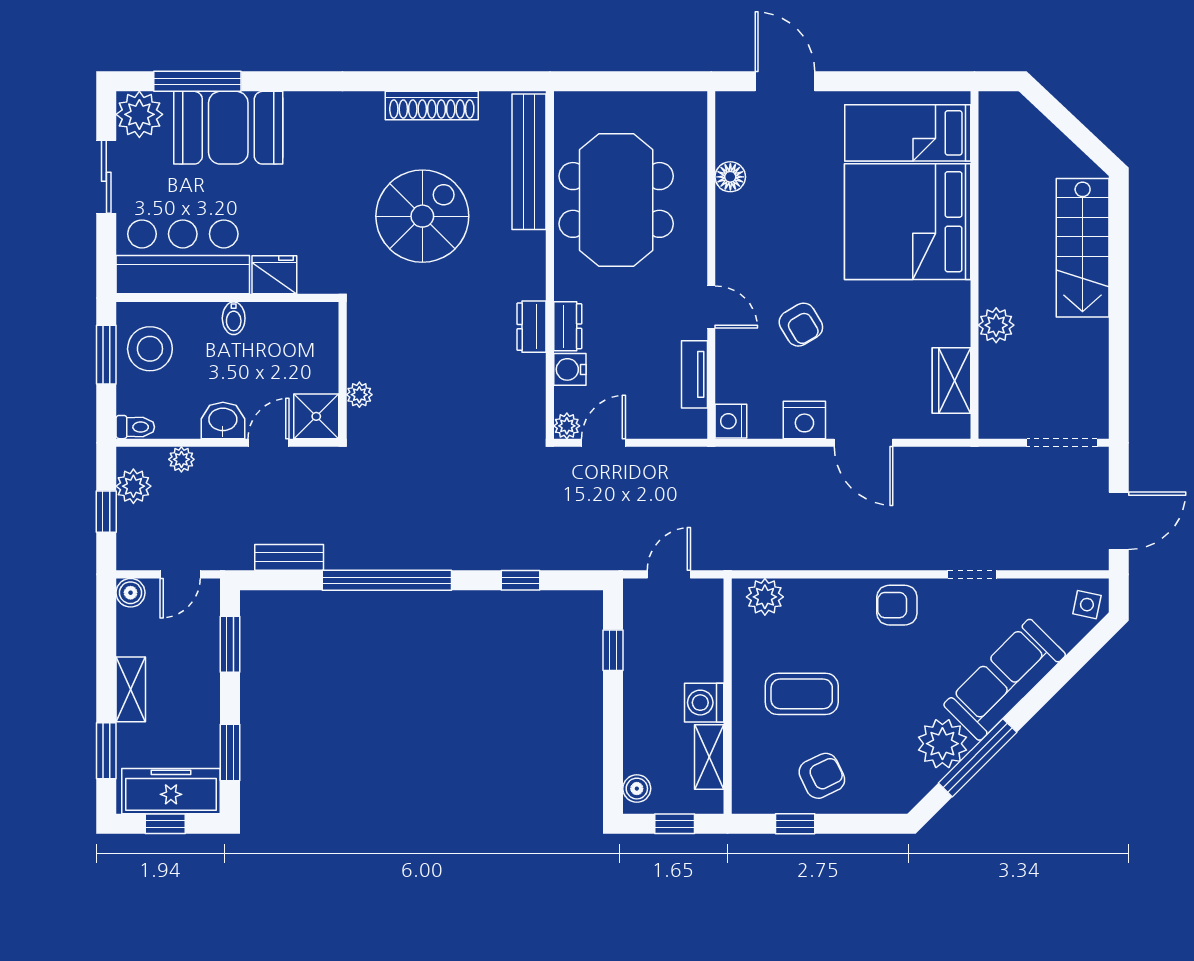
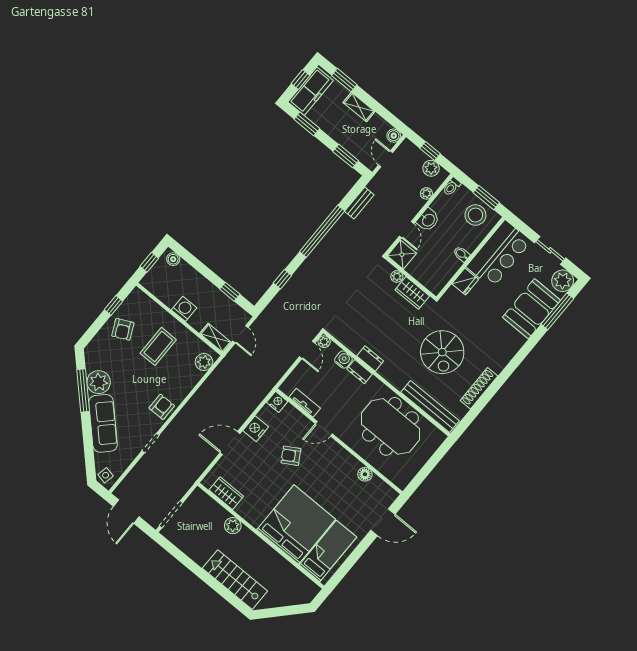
wardrobe: (365, 347) -> (412, 293), added
shelving: (709, 757) -> (216, 338), moved

